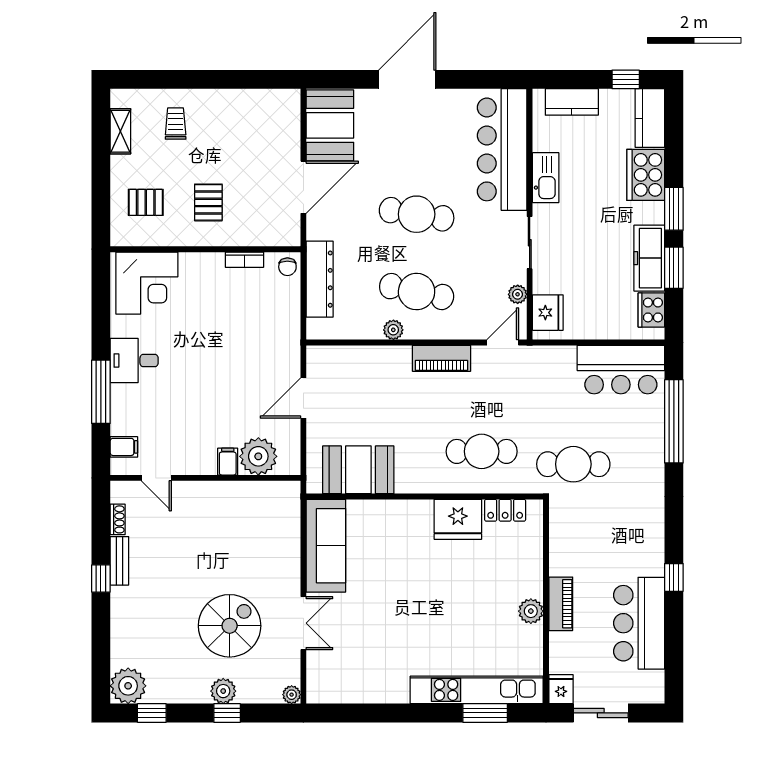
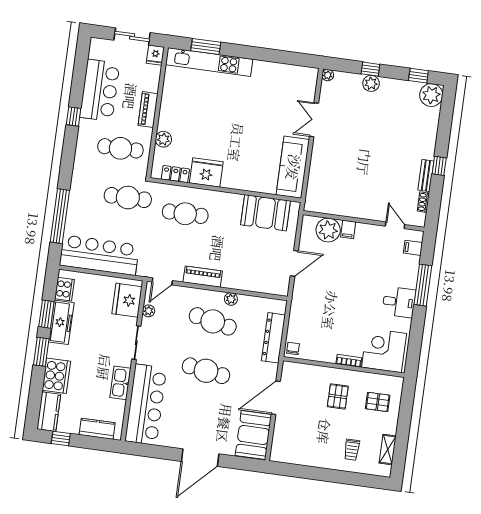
bookcase: (244, 260) -> (349, 361), moved
fridge: (548, 313) -> (127, 300), width x1.36, depth x1.34
bar counter: (621, 370) -> (99, 255), width x1.36
cafe table: (595, 538) -> (120, 148), added
plant: (531, 611) -> (163, 139), moved
spiral stairs: (230, 626) -> (361, 124), removed

